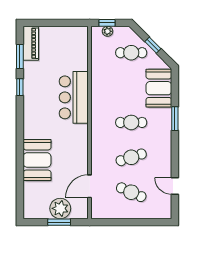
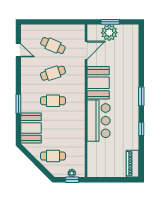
window: (153, 45) -> (36, 162), removed
window: (20, 56) -> (141, 96), moved
booth: (37, 160) -> (98, 83), moved

